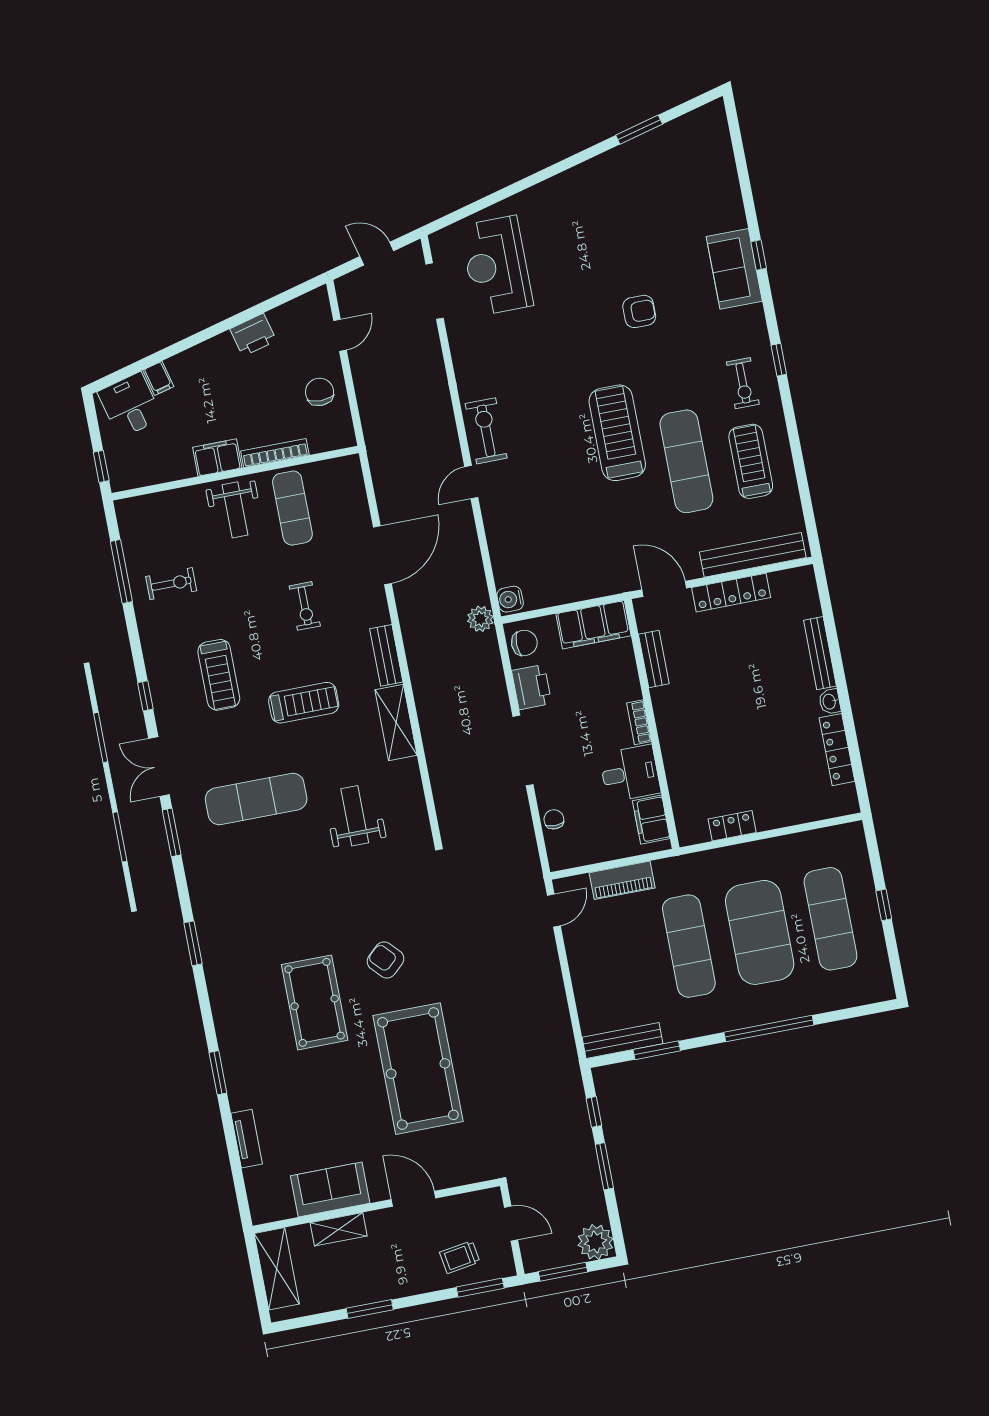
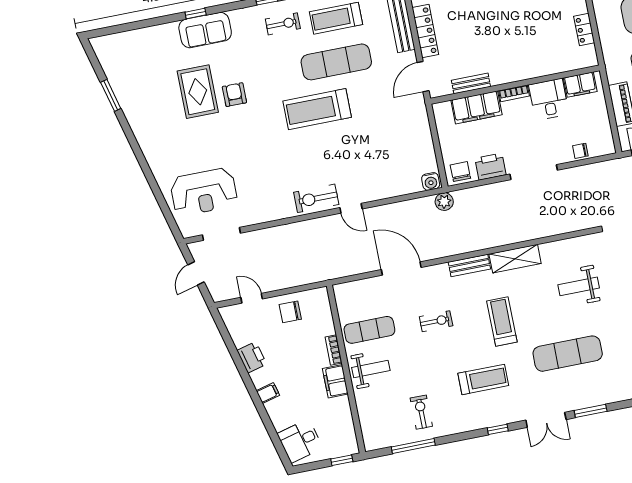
rug: (644, 258) -> (198, 92), added
filing cabinet: (158, 378) -> (268, 393), moved
bookcase: (275, 453) -> (334, 350), width x0.64
filing cabinet: (593, 625) -> (476, 107), moved, turned 90
exercise mat: (256, 799) -> (568, 354), turned 90

